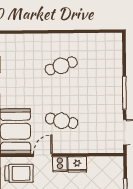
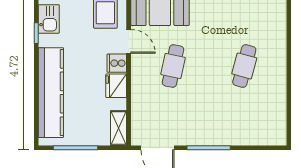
cafe table: (61, 66) -> (244, 66), turned 33
shelving: (110, 162) -> (119, 128), added

